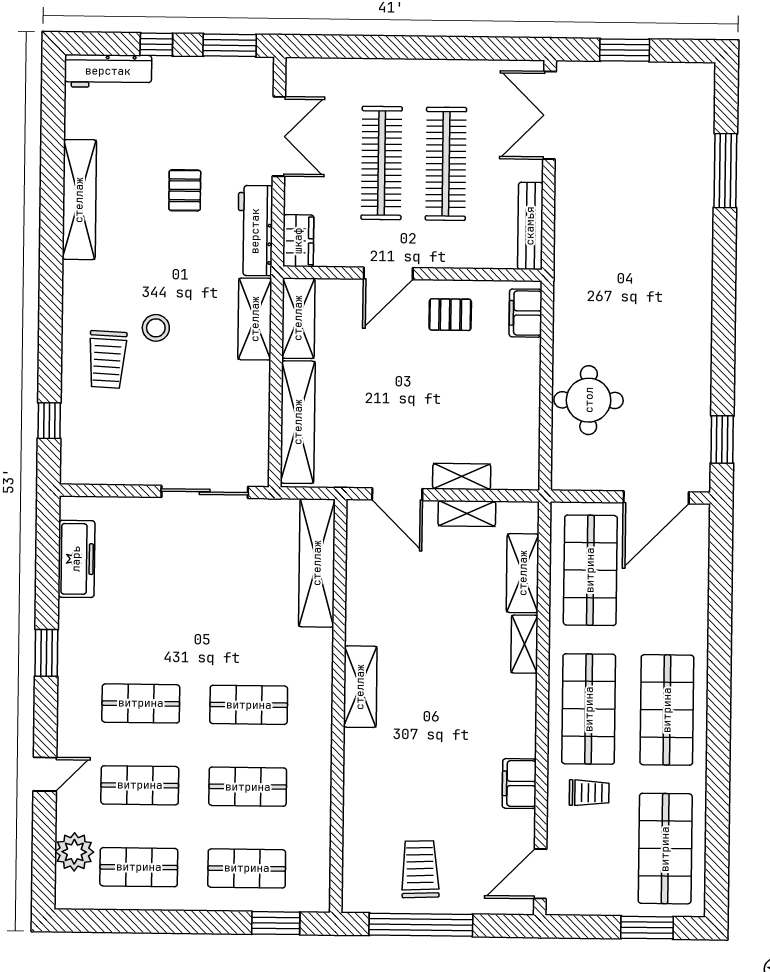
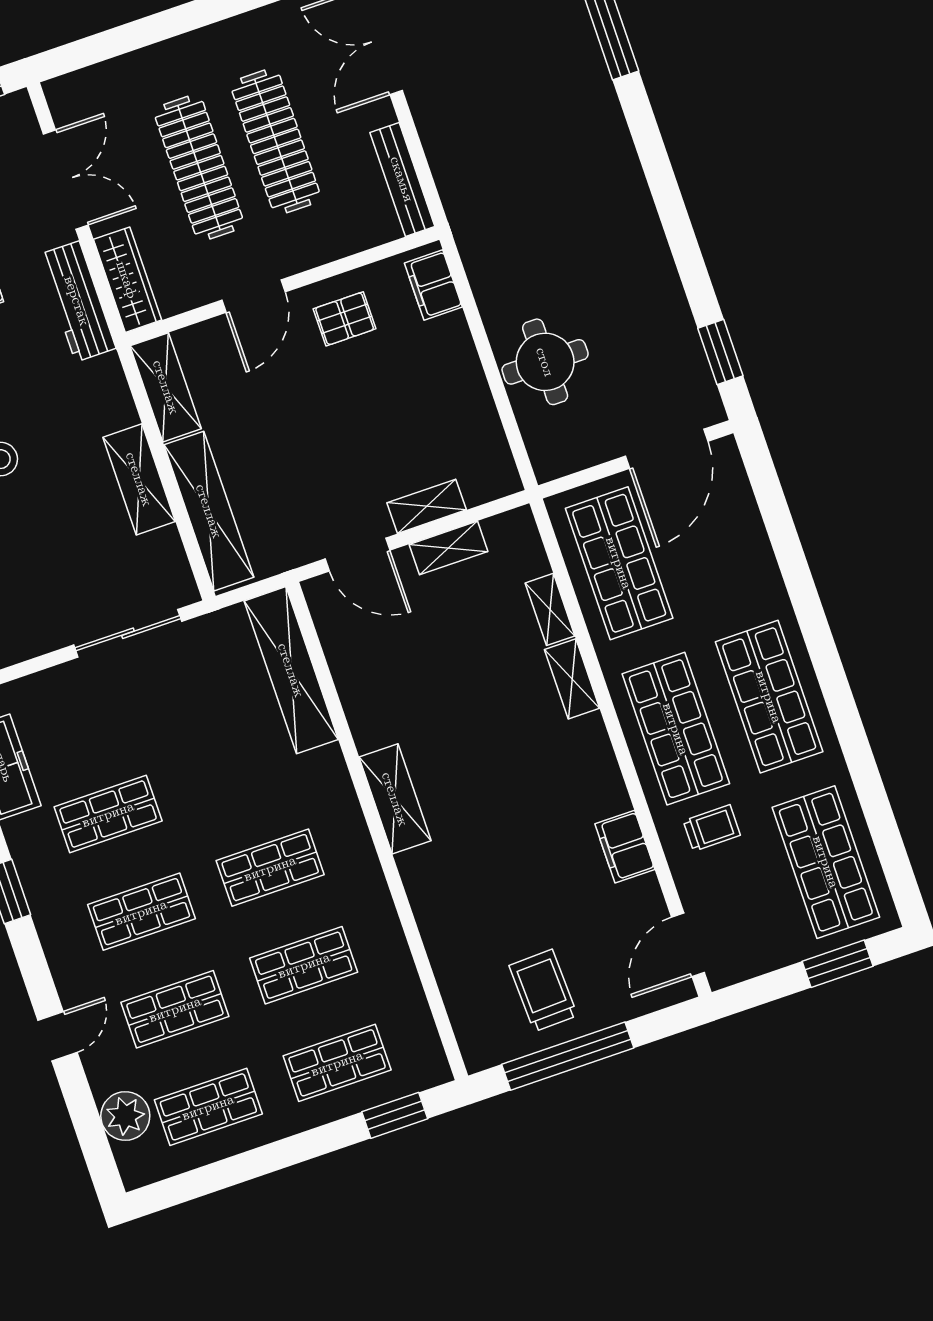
wardrobe: (298, 241) -> (127, 280), width x1.50
shelving: (255, 319) -> (139, 479), moved
shelving: (523, 573) -> (550, 609), width x0.67, depth x0.75
shop shelf: (142, 622) -> (108, 814), added

